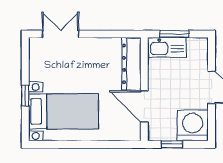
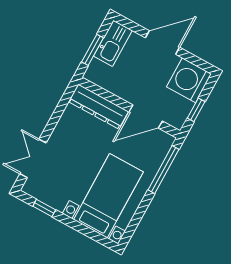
kitchen sink: (167, 47) -> (113, 43), moved
window: (25, 96) -> (44, 208), moved
window: (109, 144) -> (163, 170), added

